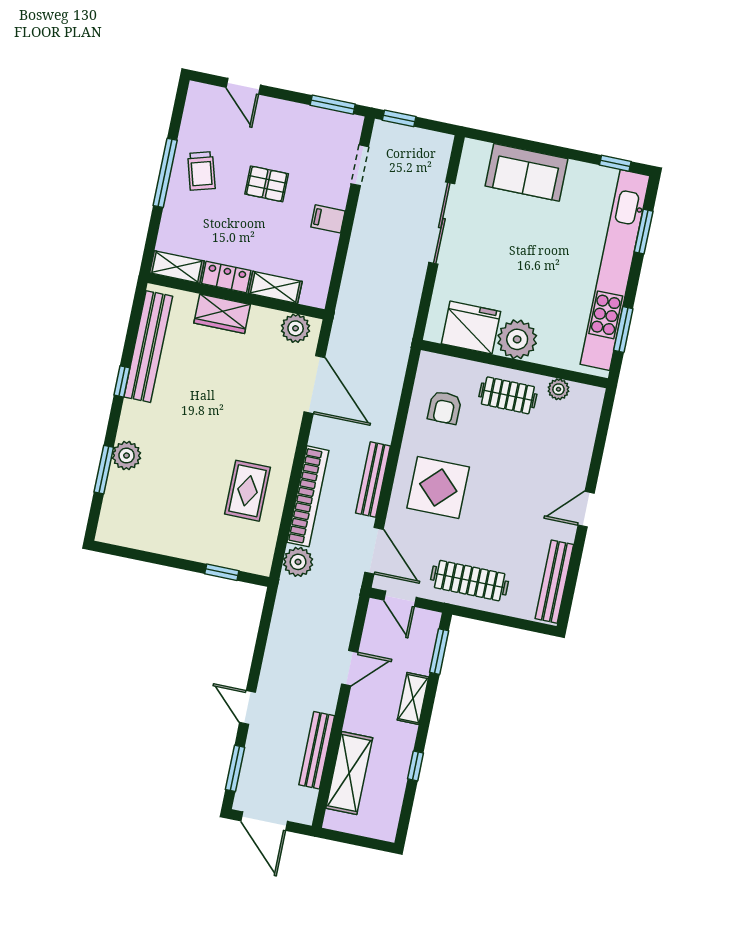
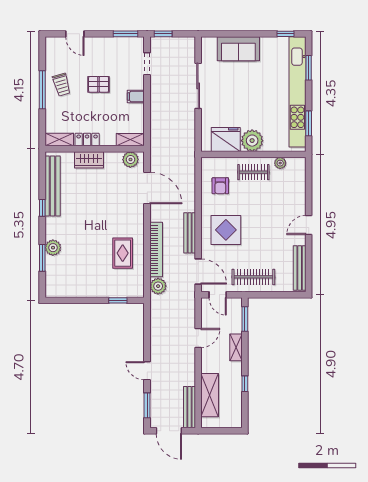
shelving: (275, 287) -> (130, 140), moved
bench: (317, 750) -> (189, 407), moved

